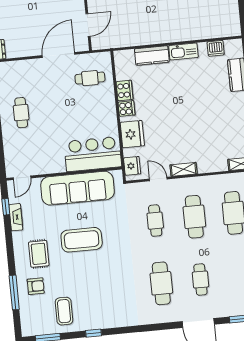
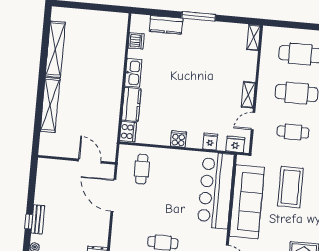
cooker: (125, 90) -> (128, 132), moved, turned 90
fridge: (132, 134) -> (210, 142), width x0.53, depth x0.75
bar counter: (93, 154) -> (216, 190), width x1.36
coffee table: (82, 240) -> (290, 187), moved

